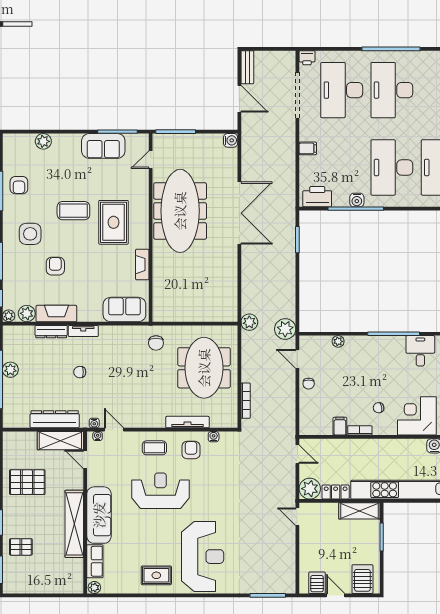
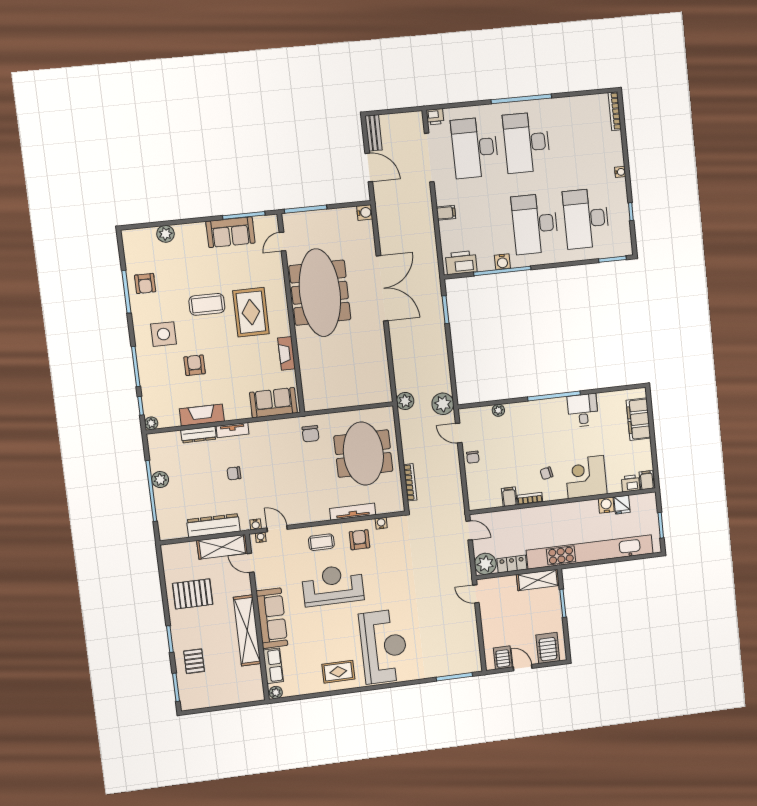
plant: (27, 313) -> (170, 419), removed
pallet: (21, 547) -> (194, 661), turned 90

